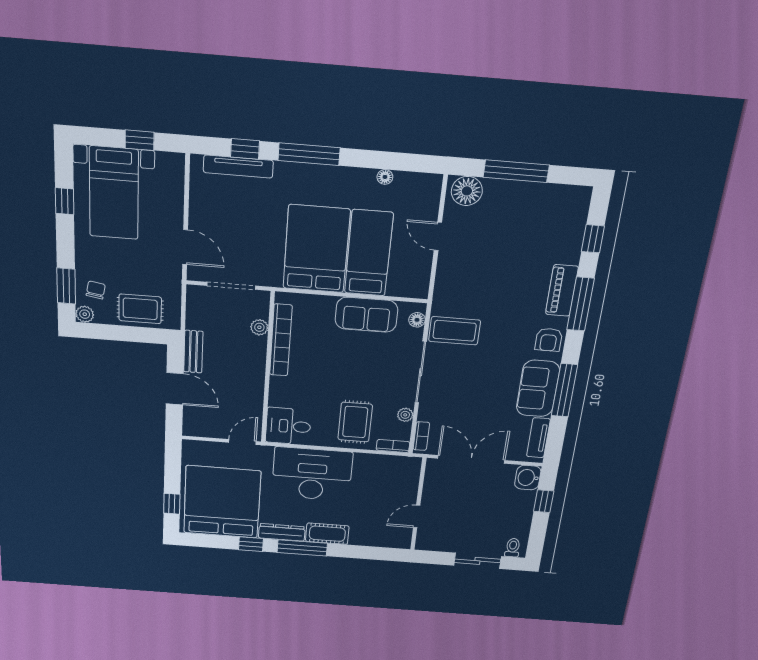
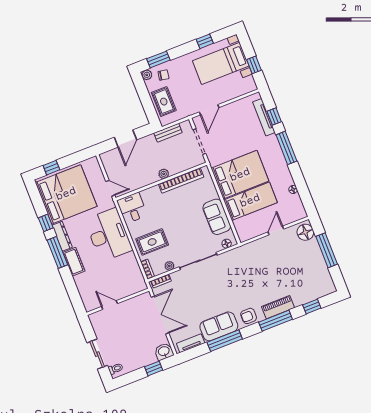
plant: (259, 327) -> (164, 174), moved
coffee table: (455, 331) -> (230, 266), removed
bench: (193, 352) -> (168, 133), moved

